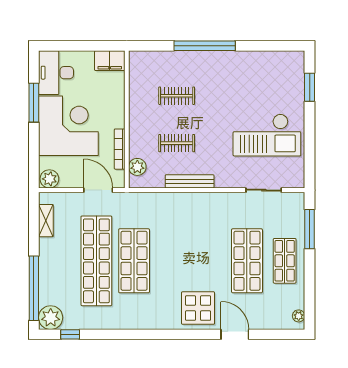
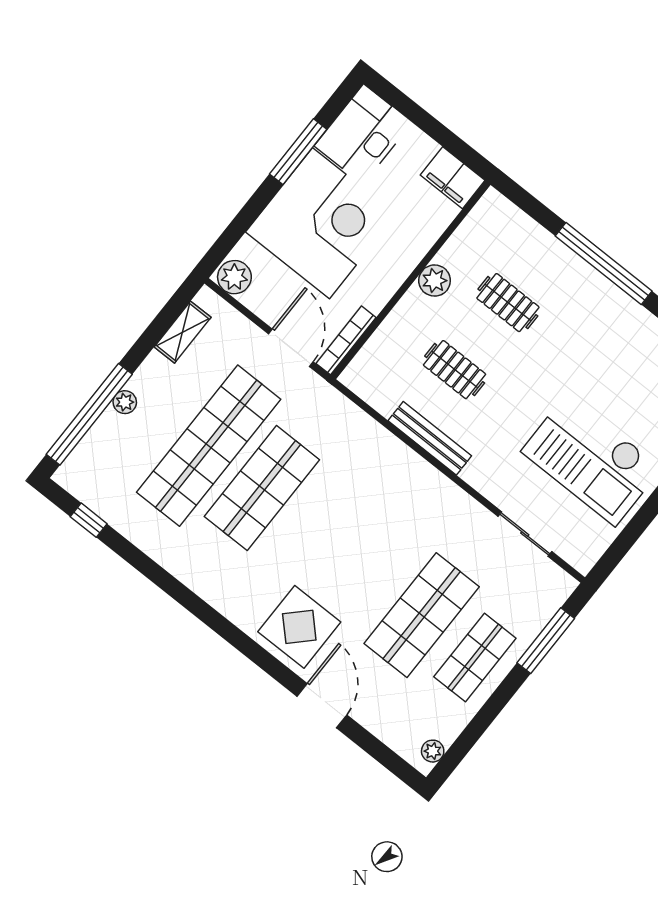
bookcase: (120, 149) -> (346, 340), moved
plant: (137, 167) -> (435, 281), moved
plant: (51, 318) -> (125, 402), moved, width x0.53, depth x0.53

